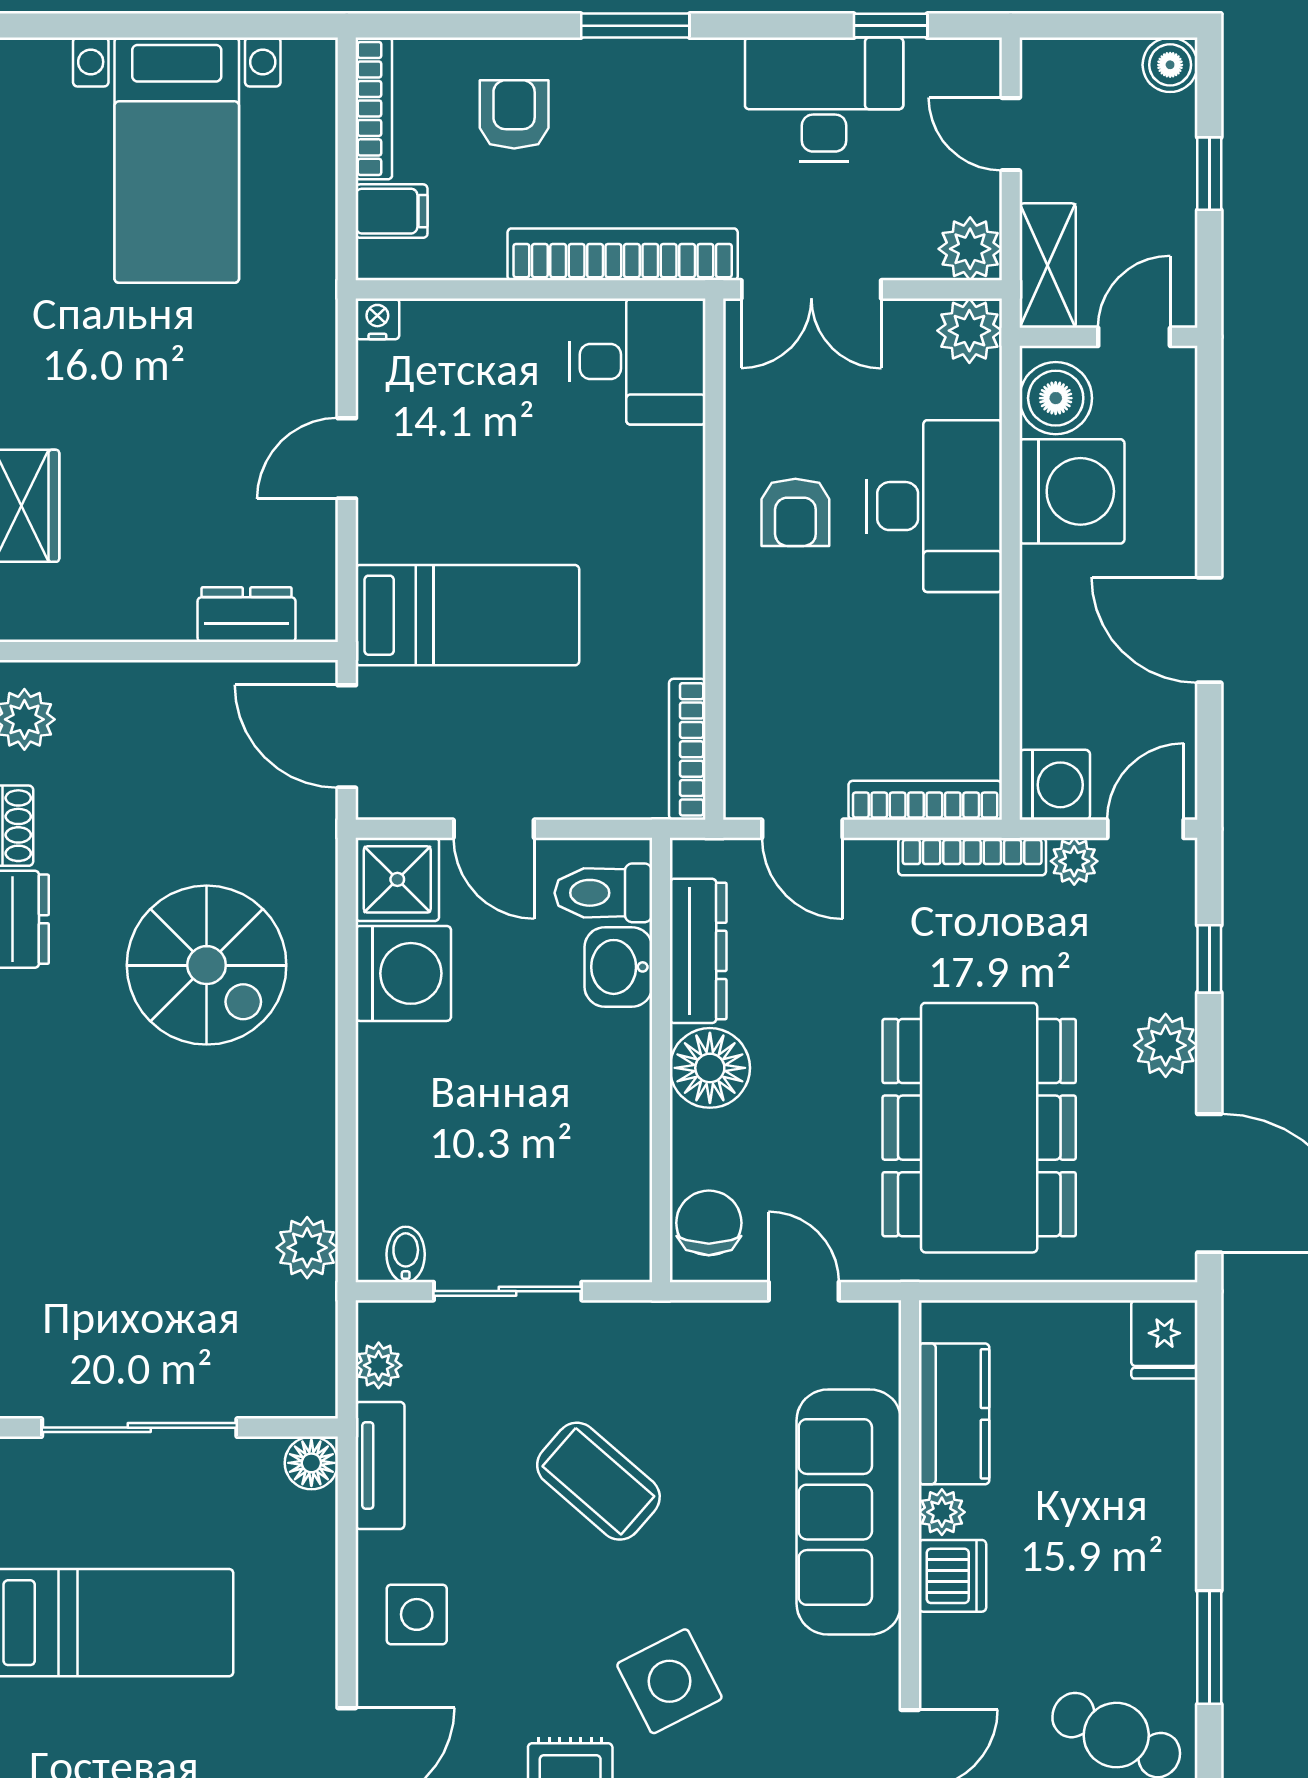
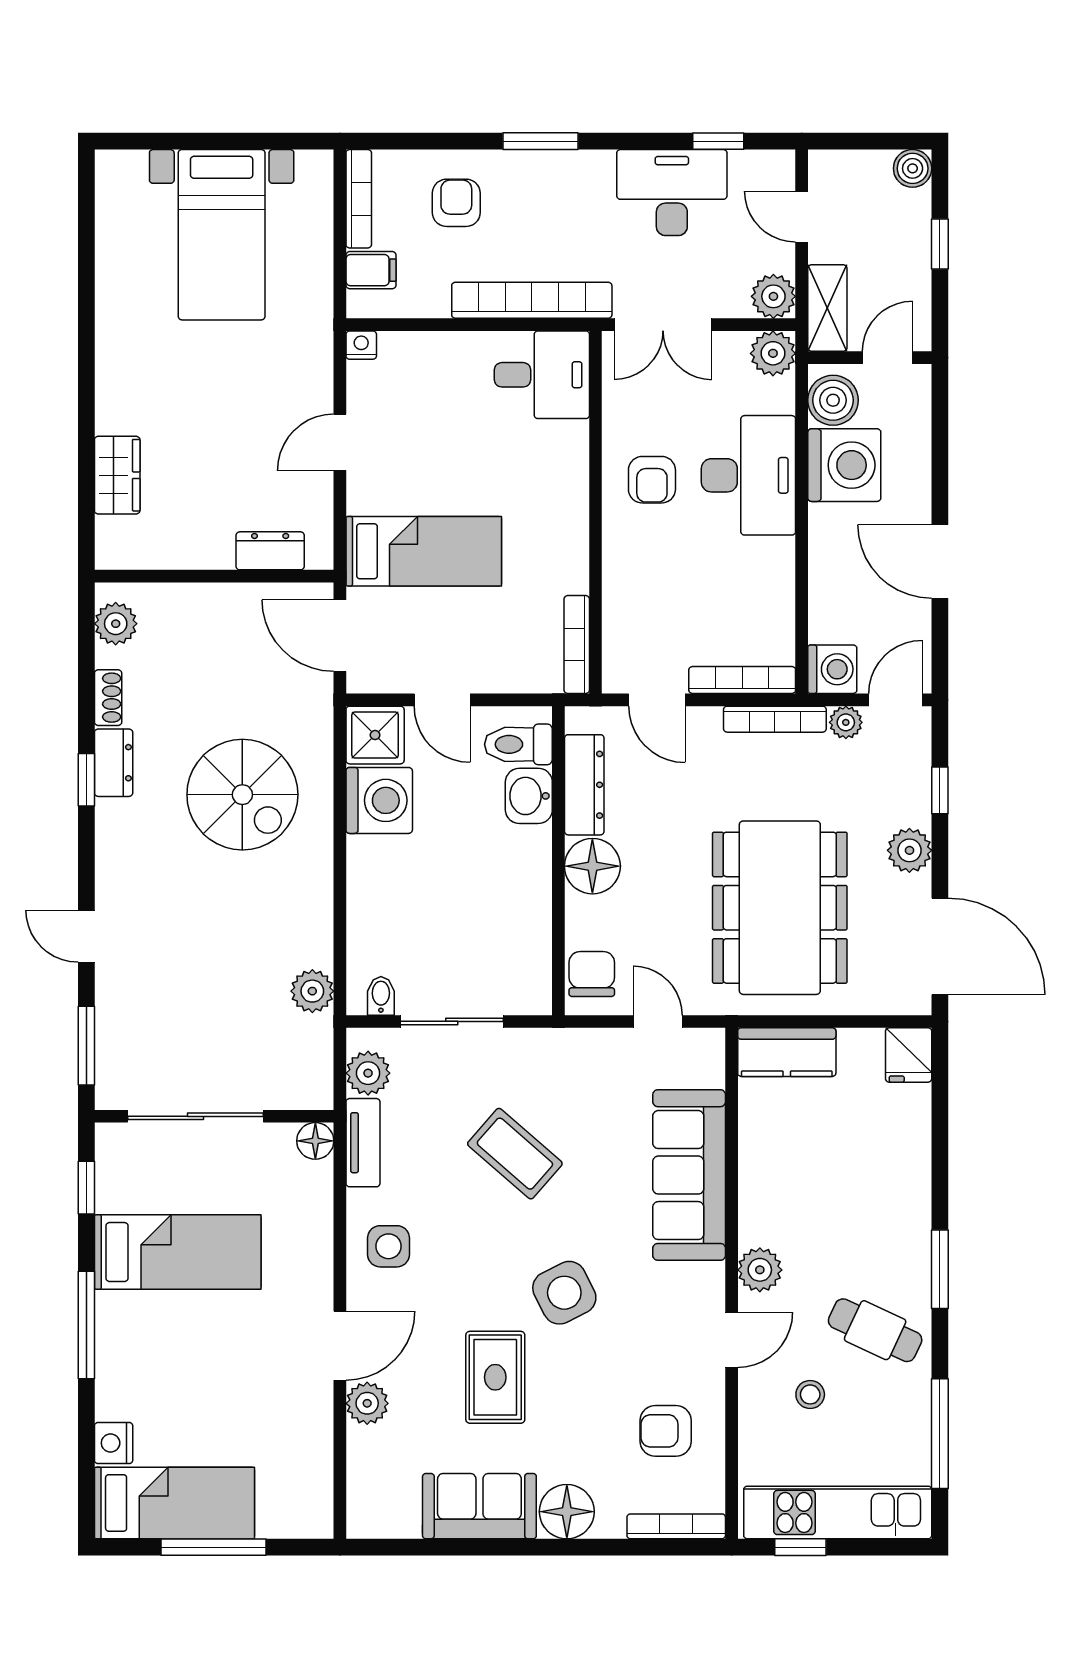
plant: (379, 1365) -> (368, 1073), width x1.38, depth x1.38
kitchen counter: (954, 1414) -> (787, 1052), moved, turned 90
plant: (942, 1512) -> (760, 1270), moved, width x1.38, depth x1.38
dishwasher: (952, 1576) -> (761, 1219), removed

